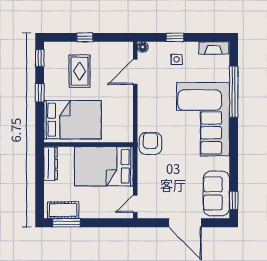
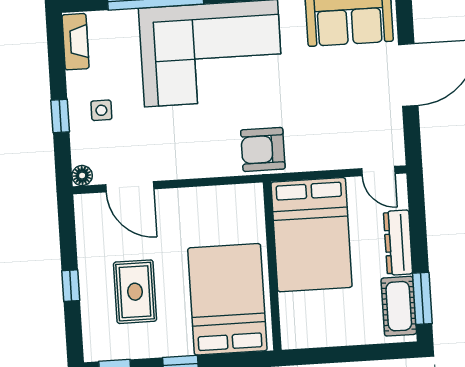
rug: (80, 71) -> (135, 292), turned 90
dresser: (51, 164) -> (398, 243), moved, turned -90

